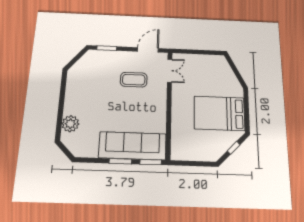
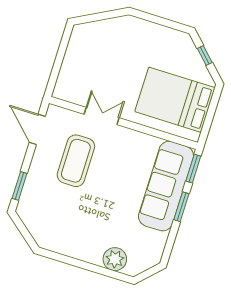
double door: (170, 71) -> (102, 116), moved
coffee table: (134, 80) -> (76, 161), width x1.36, depth x1.32
bed: (219, 113) -> (175, 100), moved, turned 90

